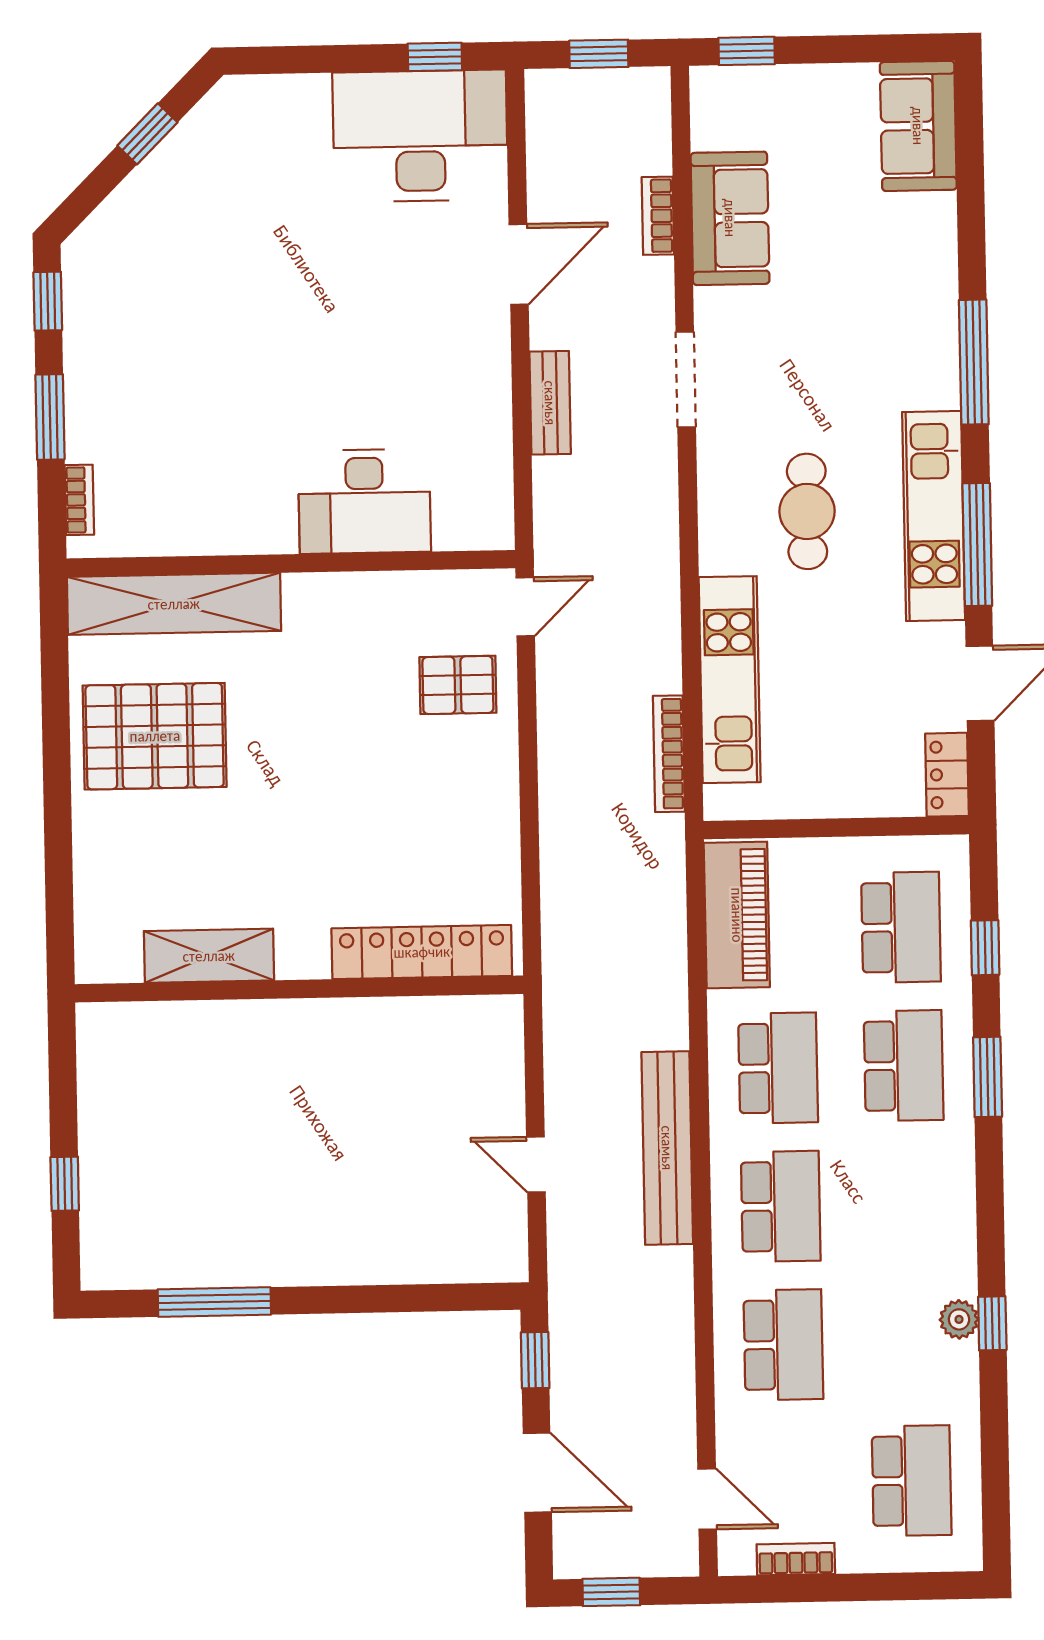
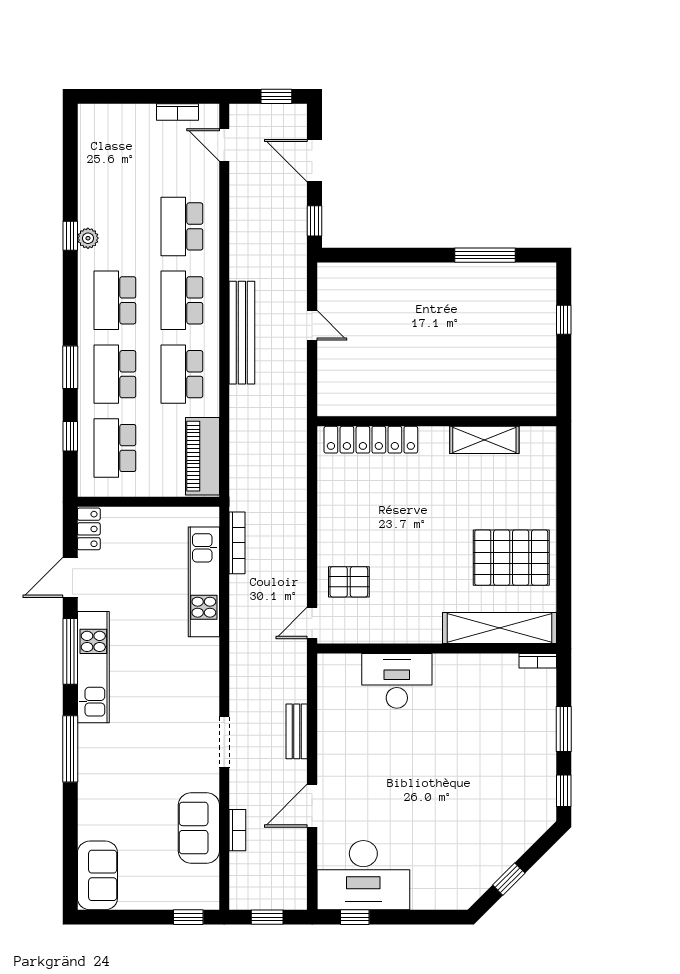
bookcase: (79, 500) -> (538, 661), moved, turned -90
cafe table: (807, 511) -> (161, 671), removed
school desk: (912, 1481) -> (115, 300), moved

